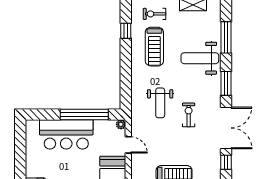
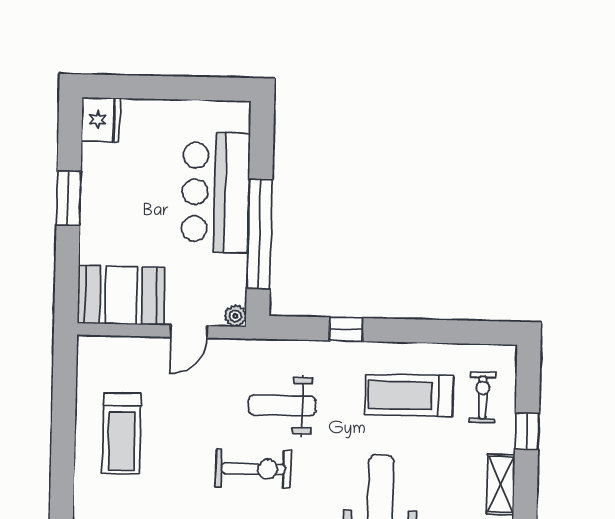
window: (126, 31) -> (346, 329), moved
exercise bike: (189, 115) -> (253, 469), width x1.38, depth x1.39

